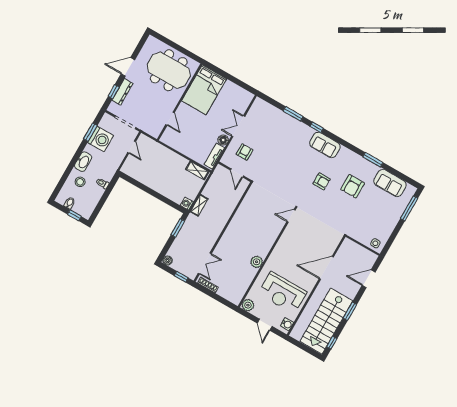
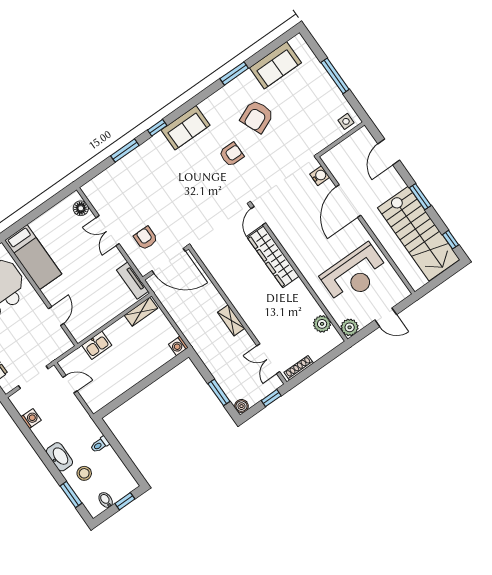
bed: (204, 90) -> (33, 257), width x0.67
door: (170, 119) -> (56, 316), hinge flipped
window: (90, 132) -> (71, 494), moved
washing machine: (101, 139) -> (31, 419), width x0.53, depth x0.53
floor lamp: (223, 140) -> (81, 208), moved
kitchen sink: (164, 153) -> (97, 345), added
door: (237, 173) -> (169, 261), width x1.88
armchair: (353, 186) -> (257, 116), turned 67
shelving: (199, 205) -> (231, 320), moved
window: (409, 208) -> (335, 76), moved
window: (178, 228) -> (219, 392), moved
wardrobe: (270, 237) -> (273, 257), added
plant: (257, 262) -> (322, 324), moved
double door: (205, 263) -> (268, 359), swing flipped
water cooler: (287, 324) -> (320, 176), moved

